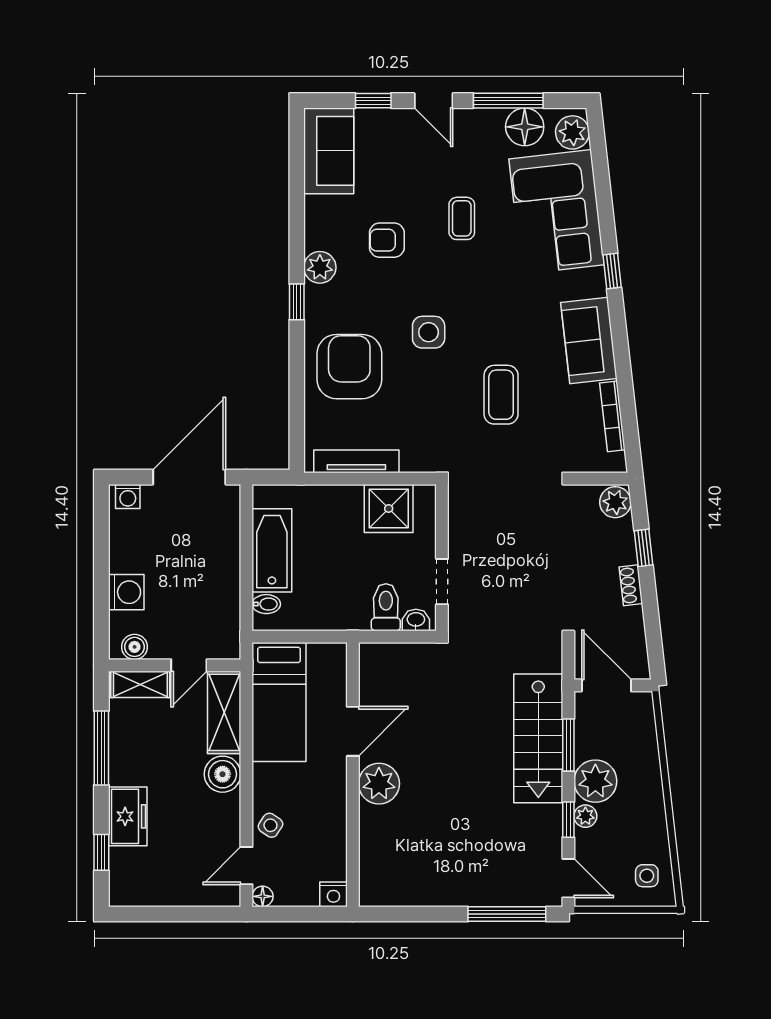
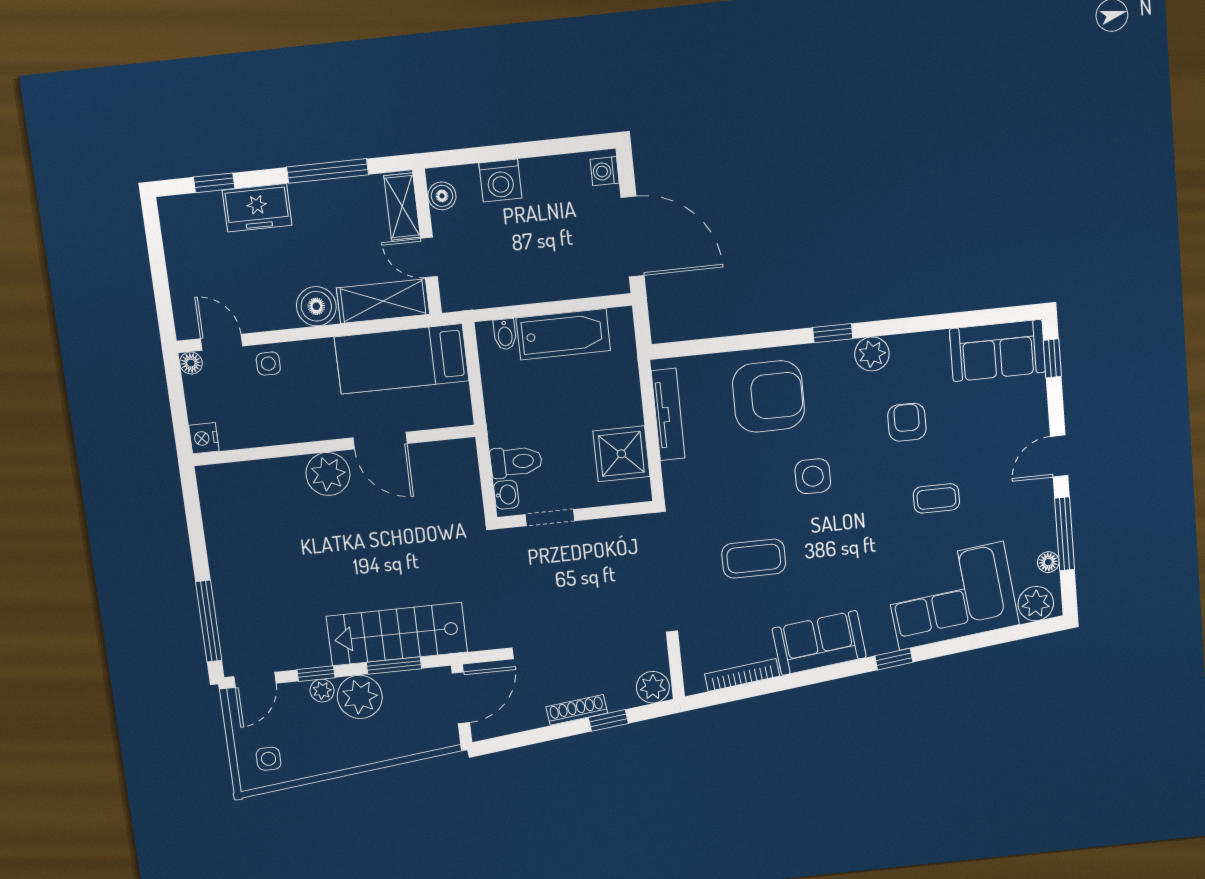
window: (373, 101) -> (1052, 358), moved
floor lamp: (525, 127) -> (1048, 562), width x0.53, depth x0.53
shoe rack: (631, 585) -> (577, 710), width x1.43
side table: (270, 825) -> (268, 364), turned -33

